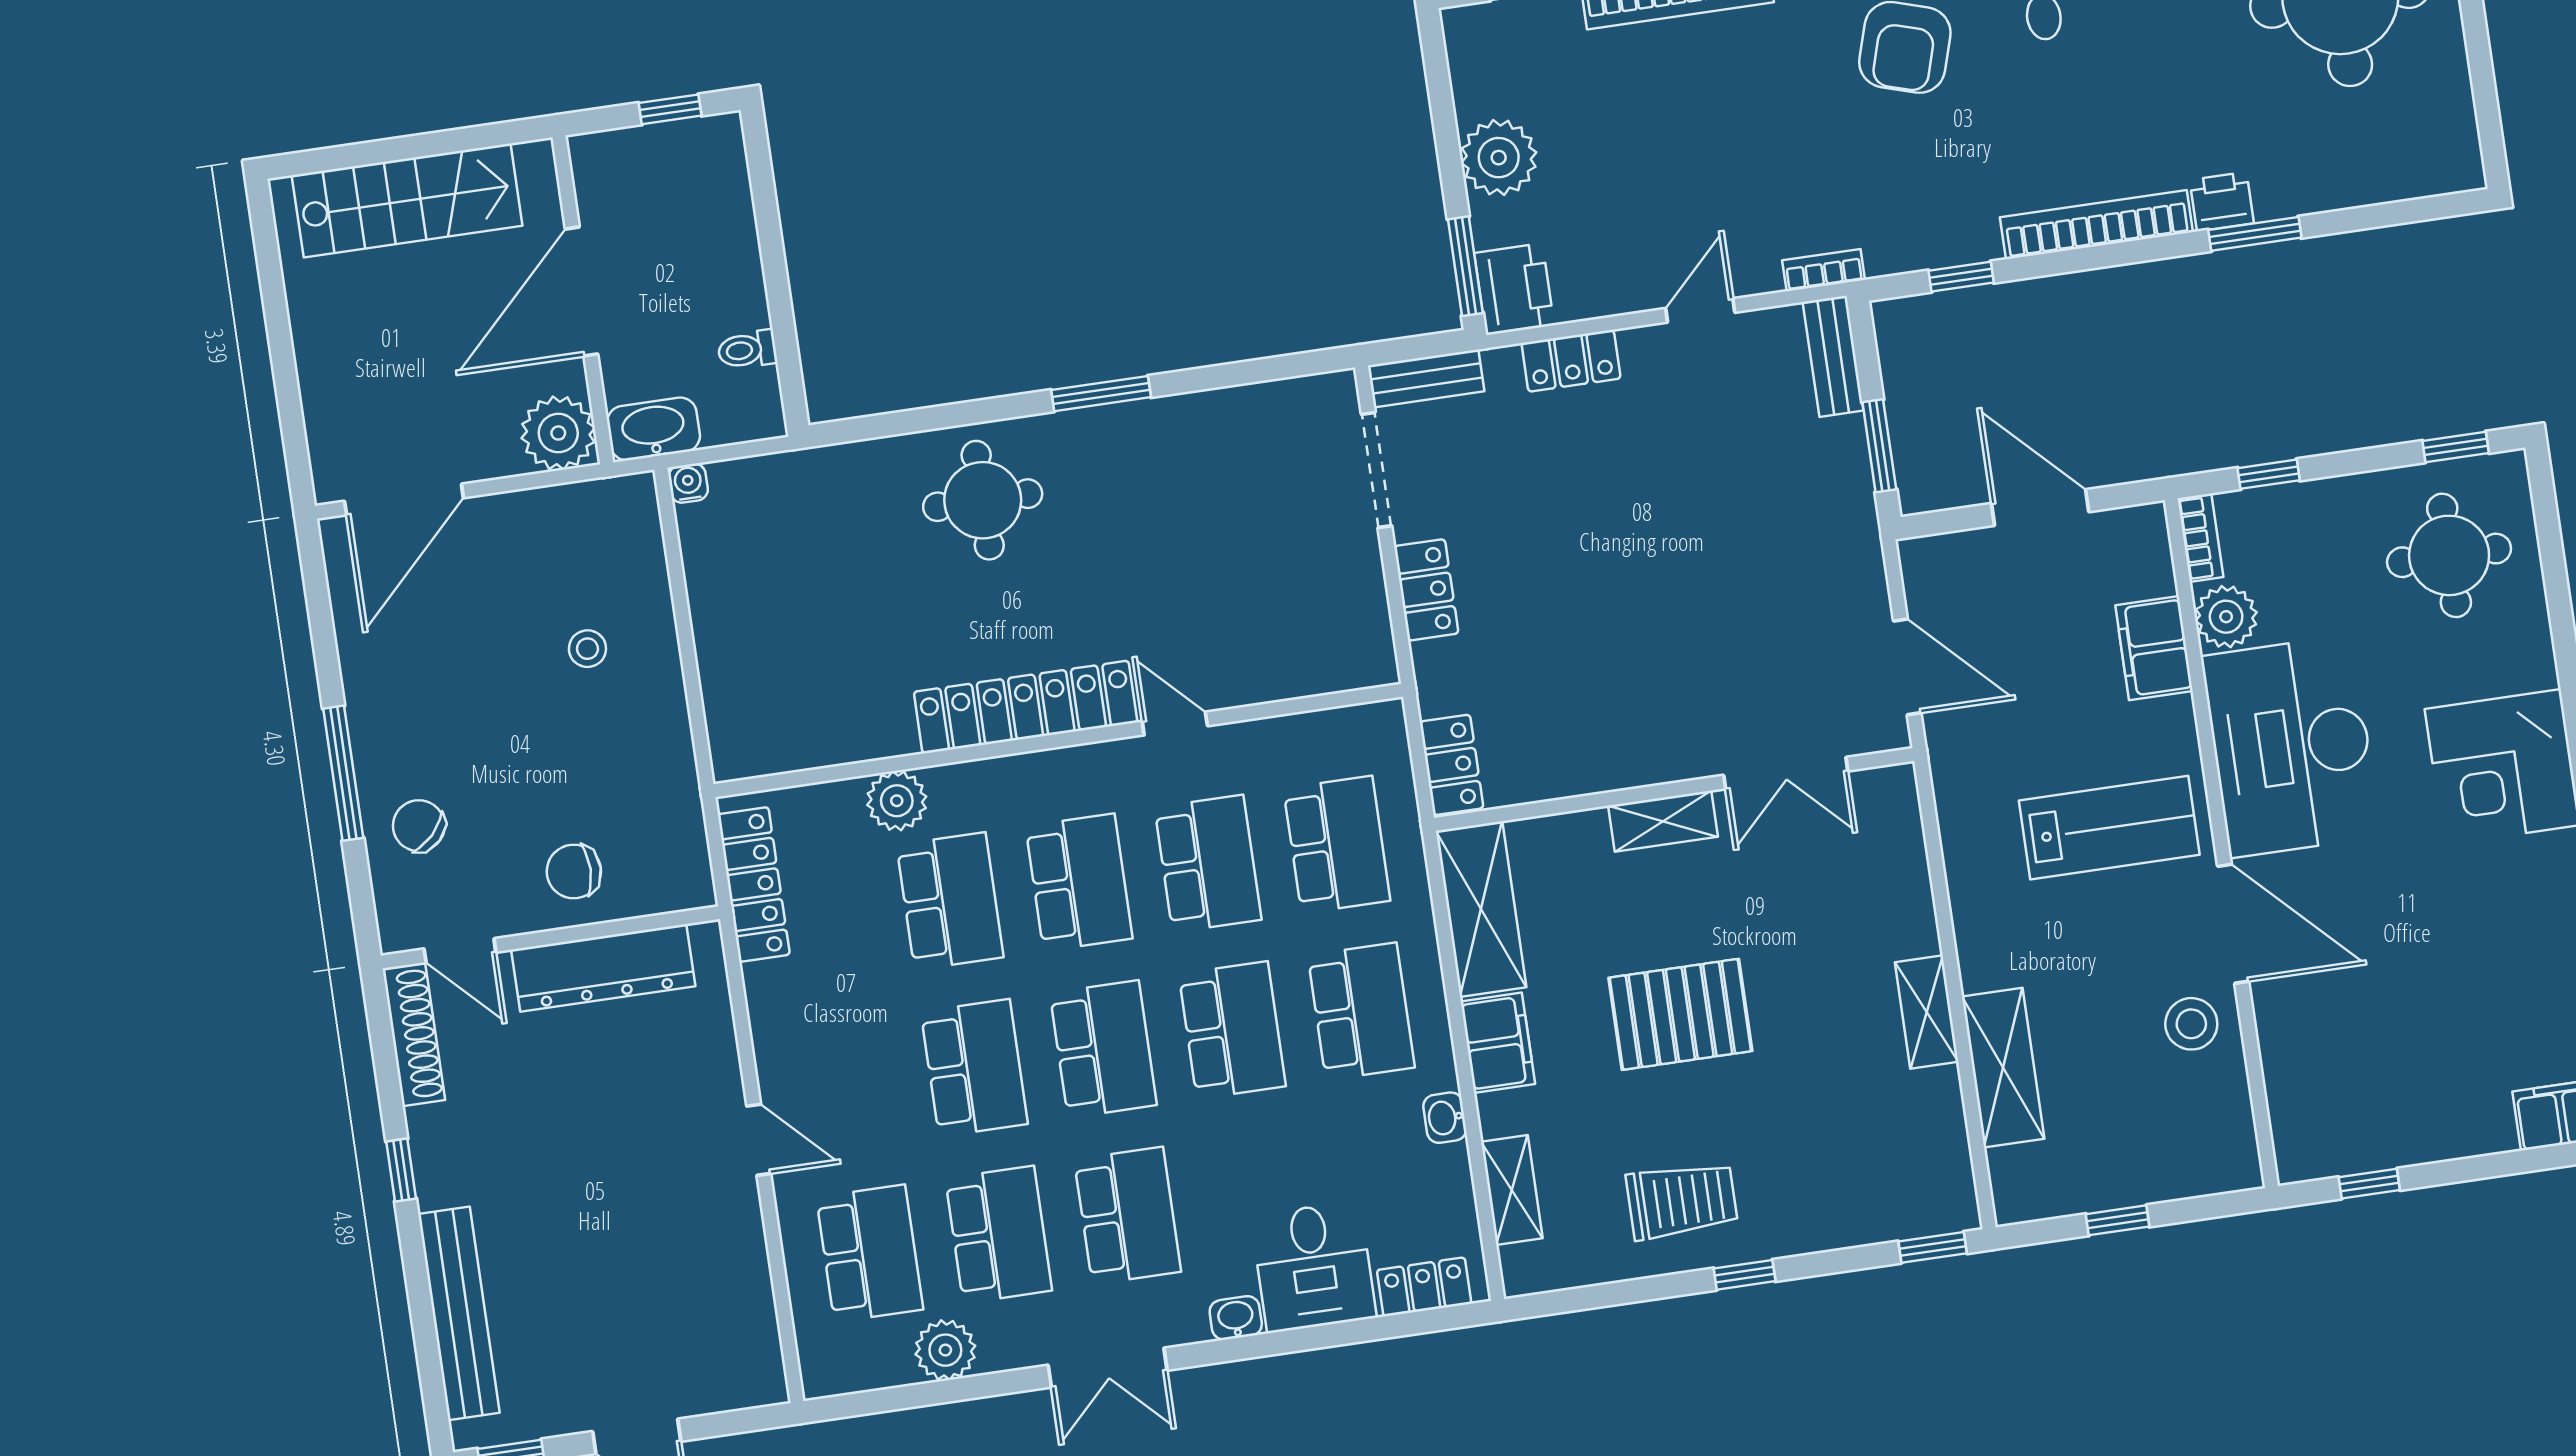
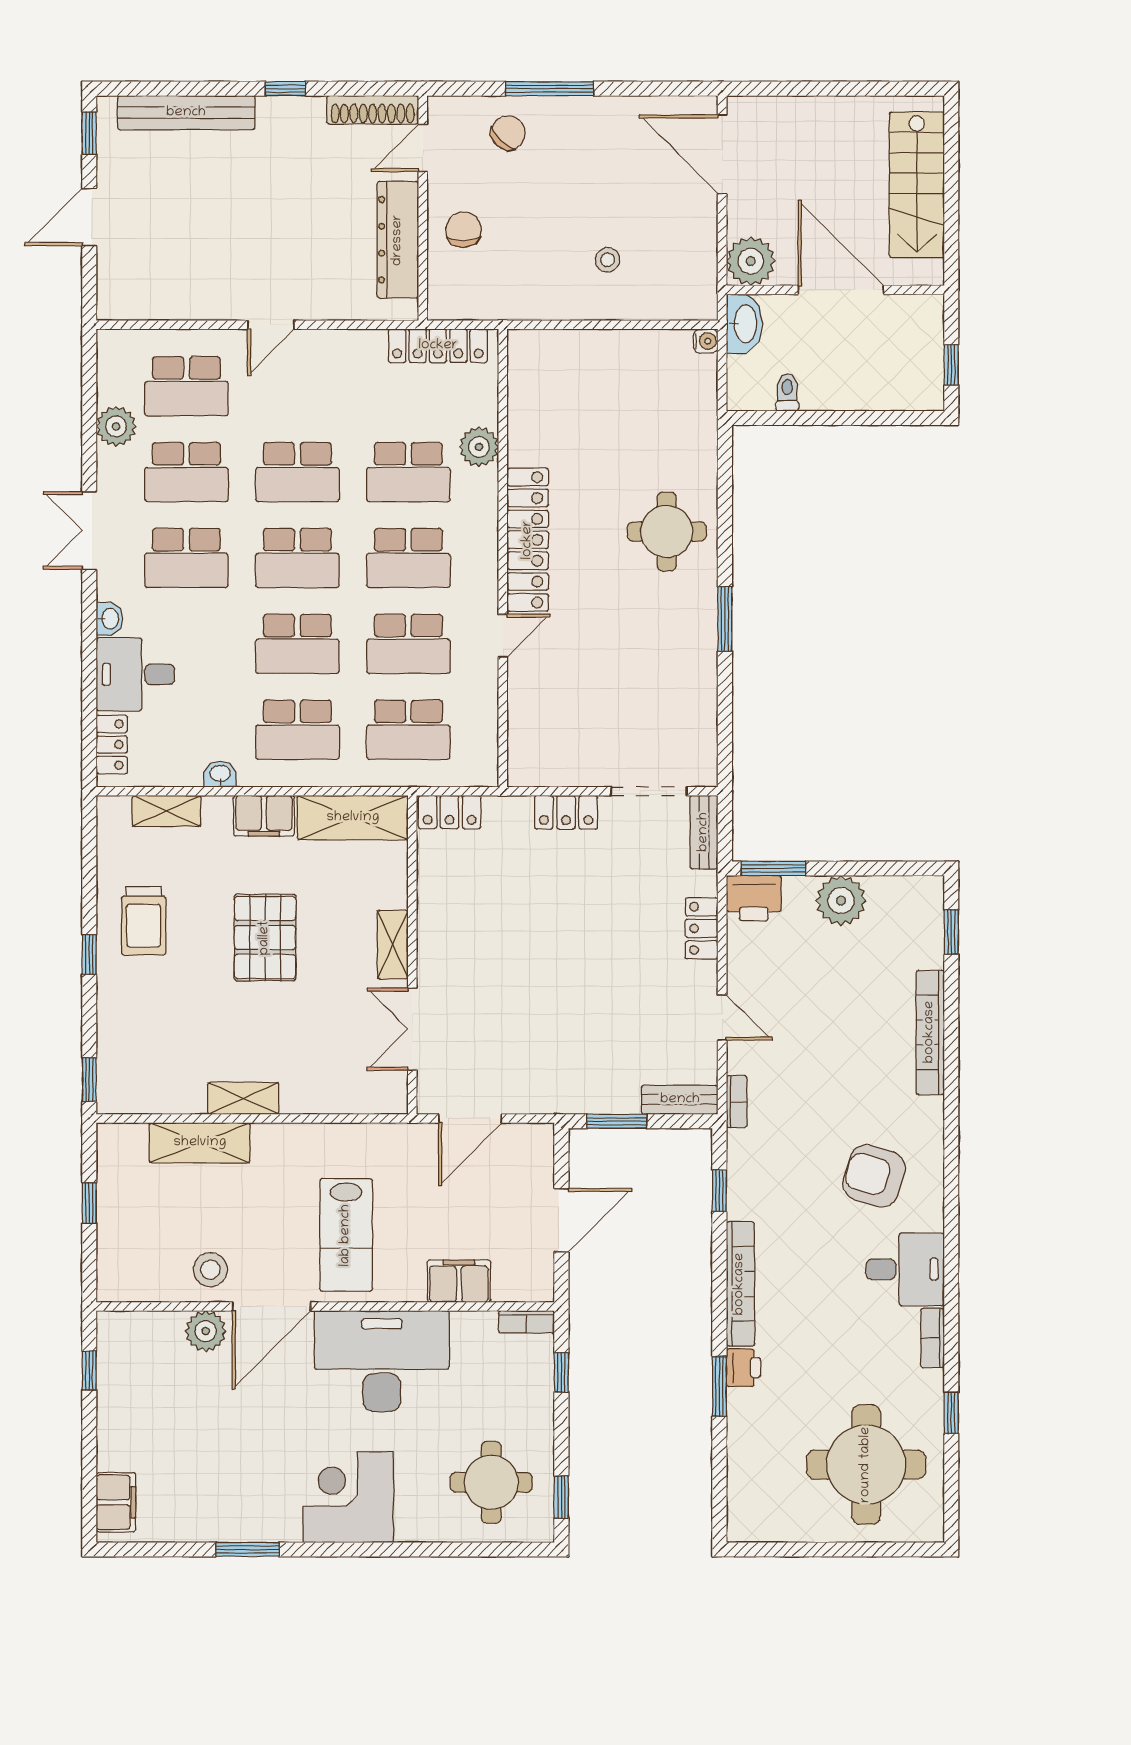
plant: (2226, 617) -> (206, 1331), moved

